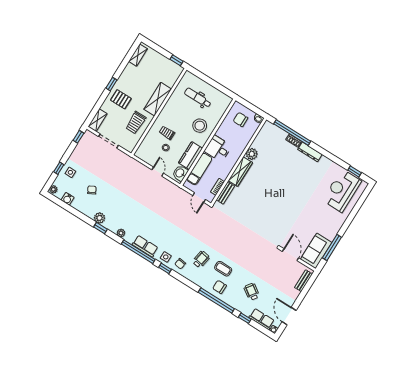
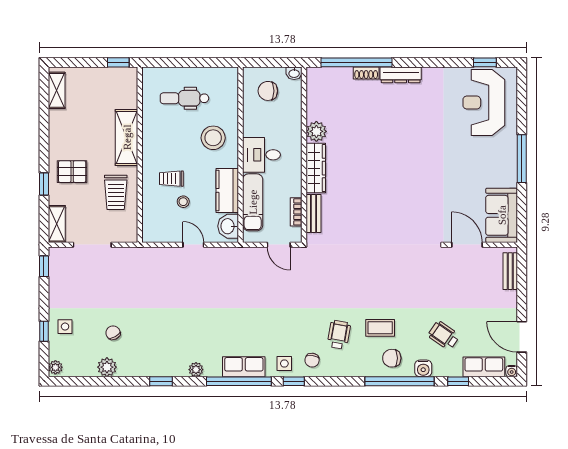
window: (111, 84) -> (44, 184), moved
water cooler: (68, 199) -> (423, 368), moved
plant: (99, 218) -> (107, 367), moved
window: (332, 248) -> (522, 159), moved

